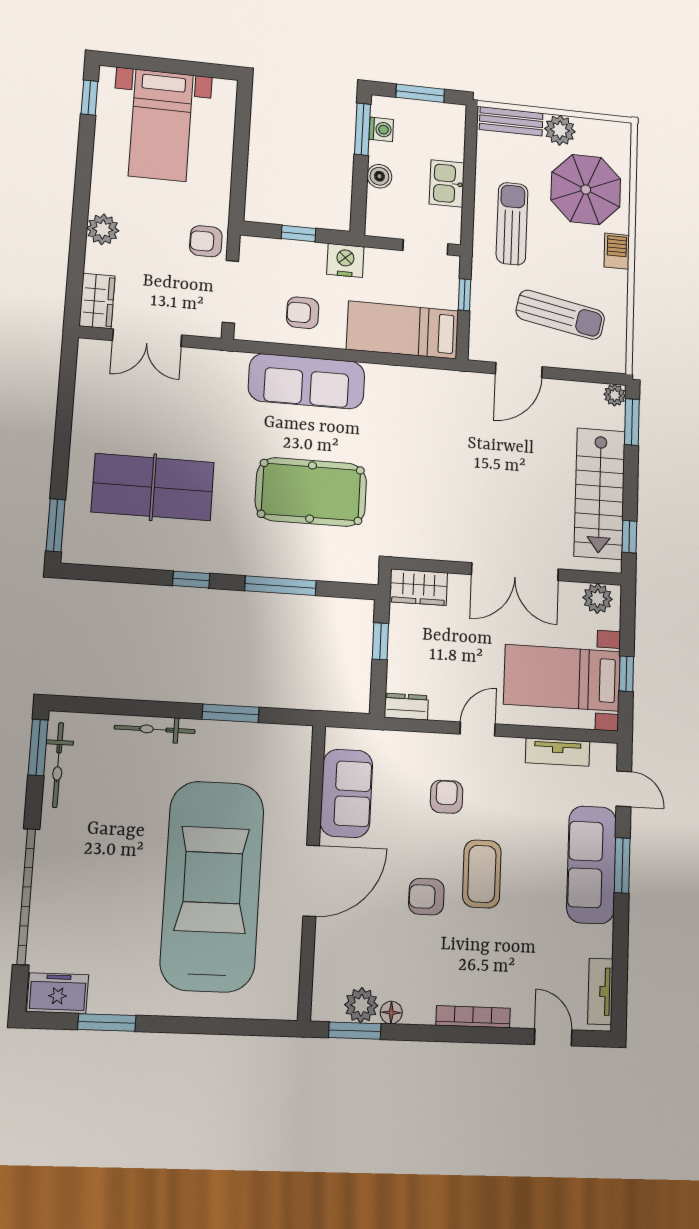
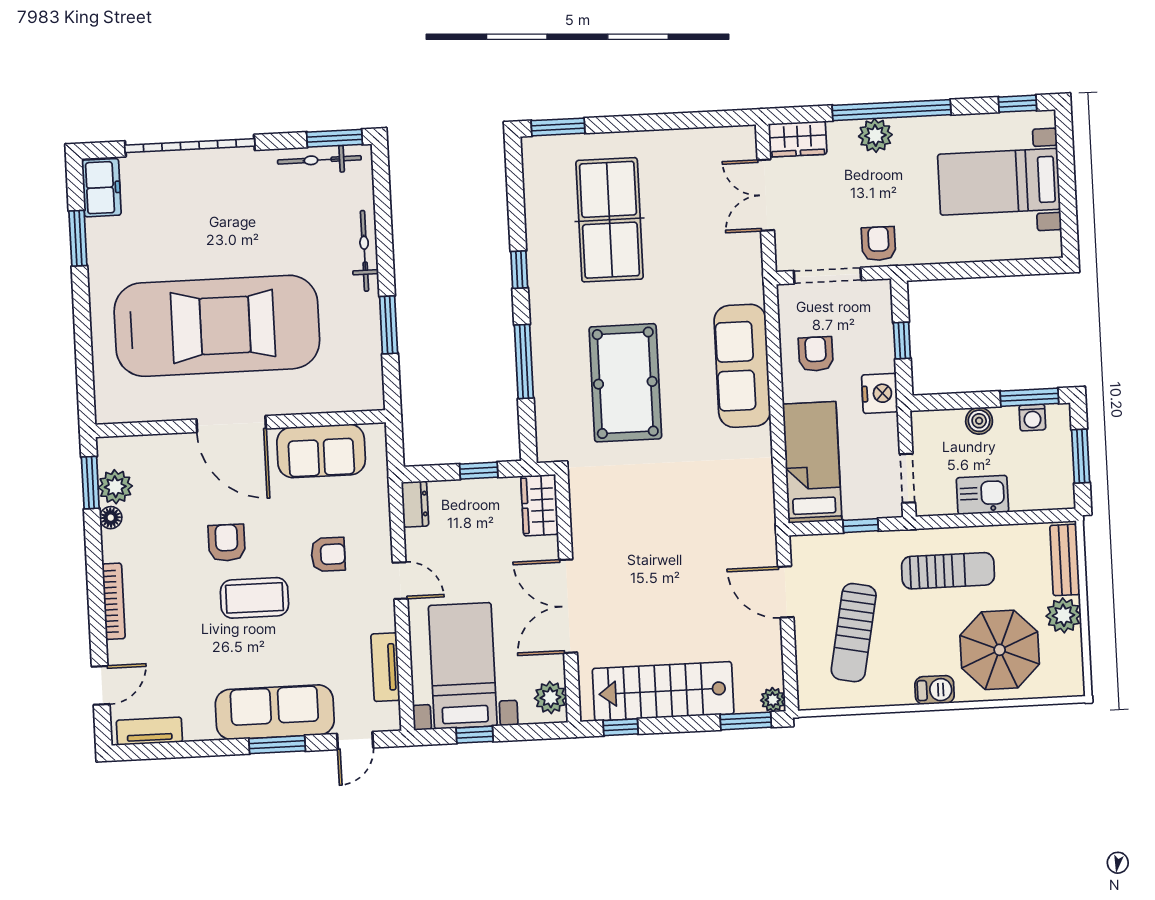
window: (80, 211) -> (892, 110), added

